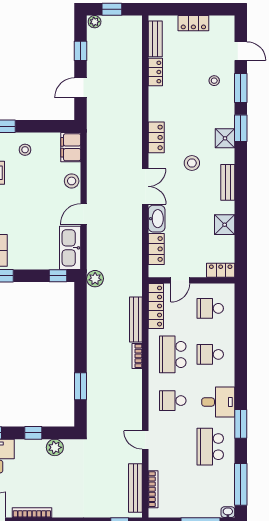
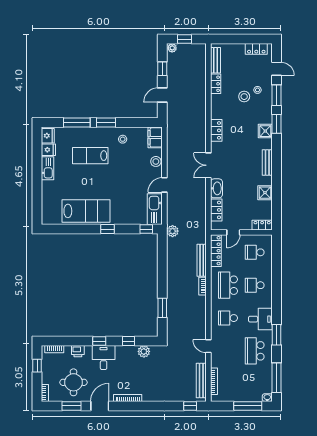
locker: (193, 23) -> (256, 49), moved
stool: (192, 163) -> (244, 97), moved
double door: (145, 186) -> (208, 165), swing flipped

